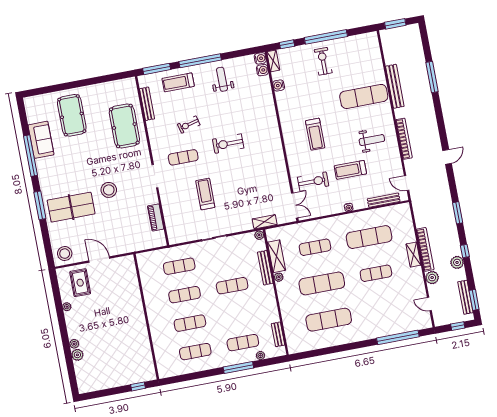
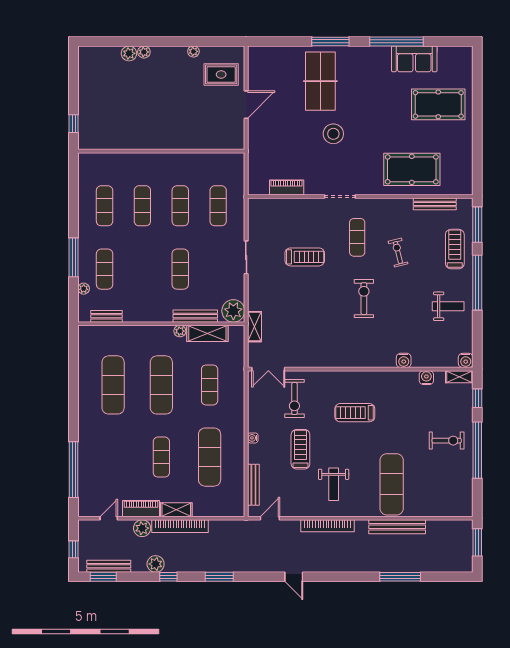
water cooler: (262, 70) -> (404, 360), moved
plant: (259, 235) -> (233, 311), width x1.88, depth x1.88
stool: (65, 254) -> (262, 62), removed
piano: (418, 281) -> (141, 509), added

